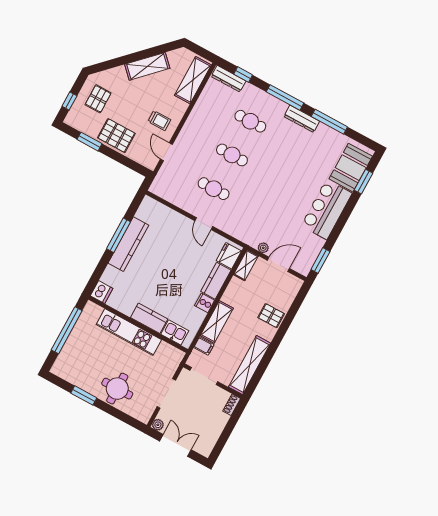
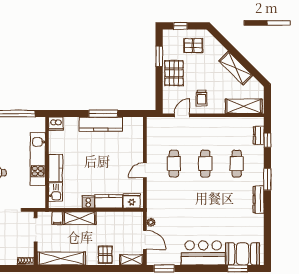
dresser: (228, 79) -> (259, 135), width x0.70
window: (285, 97) -> (267, 179), width x0.69
window: (329, 122) -> (267, 221), removed
shelving: (246, 265) -> (132, 260), moved

